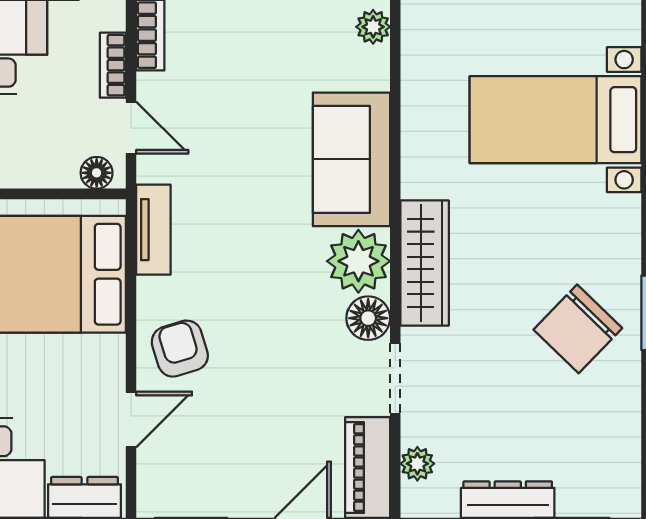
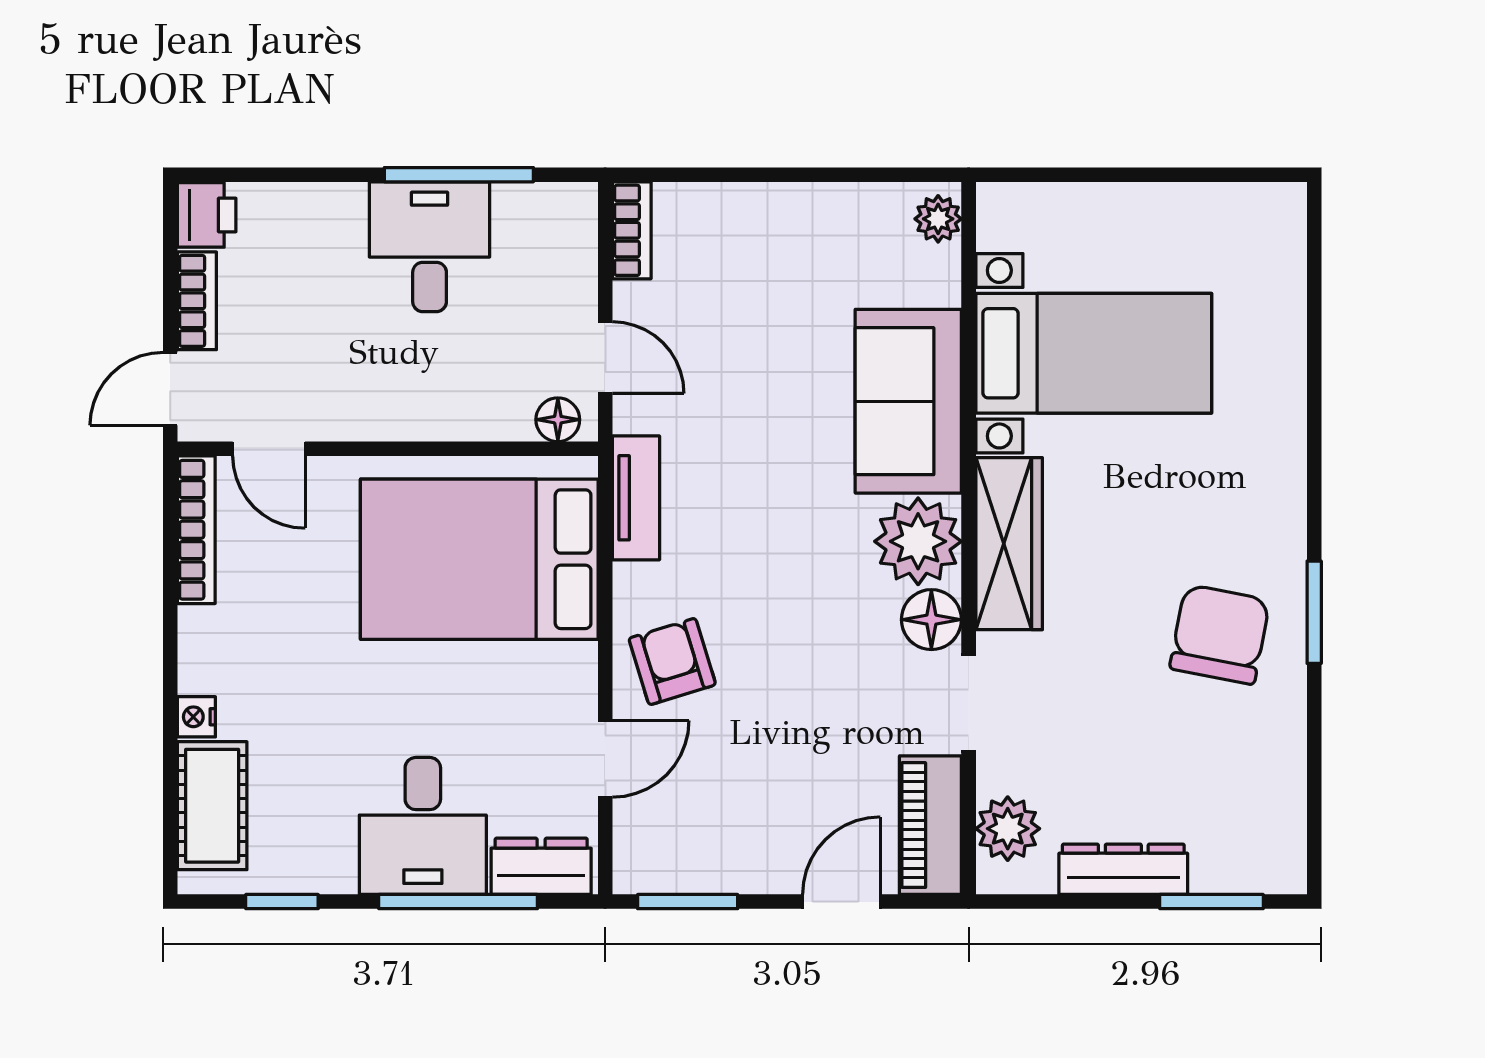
bookcase: (113, 65) -> (580, 272), removed
bed with nightstands: (556, 120) -> (1094, 353), moved, turned 180
chair: (578, 329) -> (1220, 634), turned 147
plant: (417, 464) -> (1008, 829), width x1.38, depth x1.38

